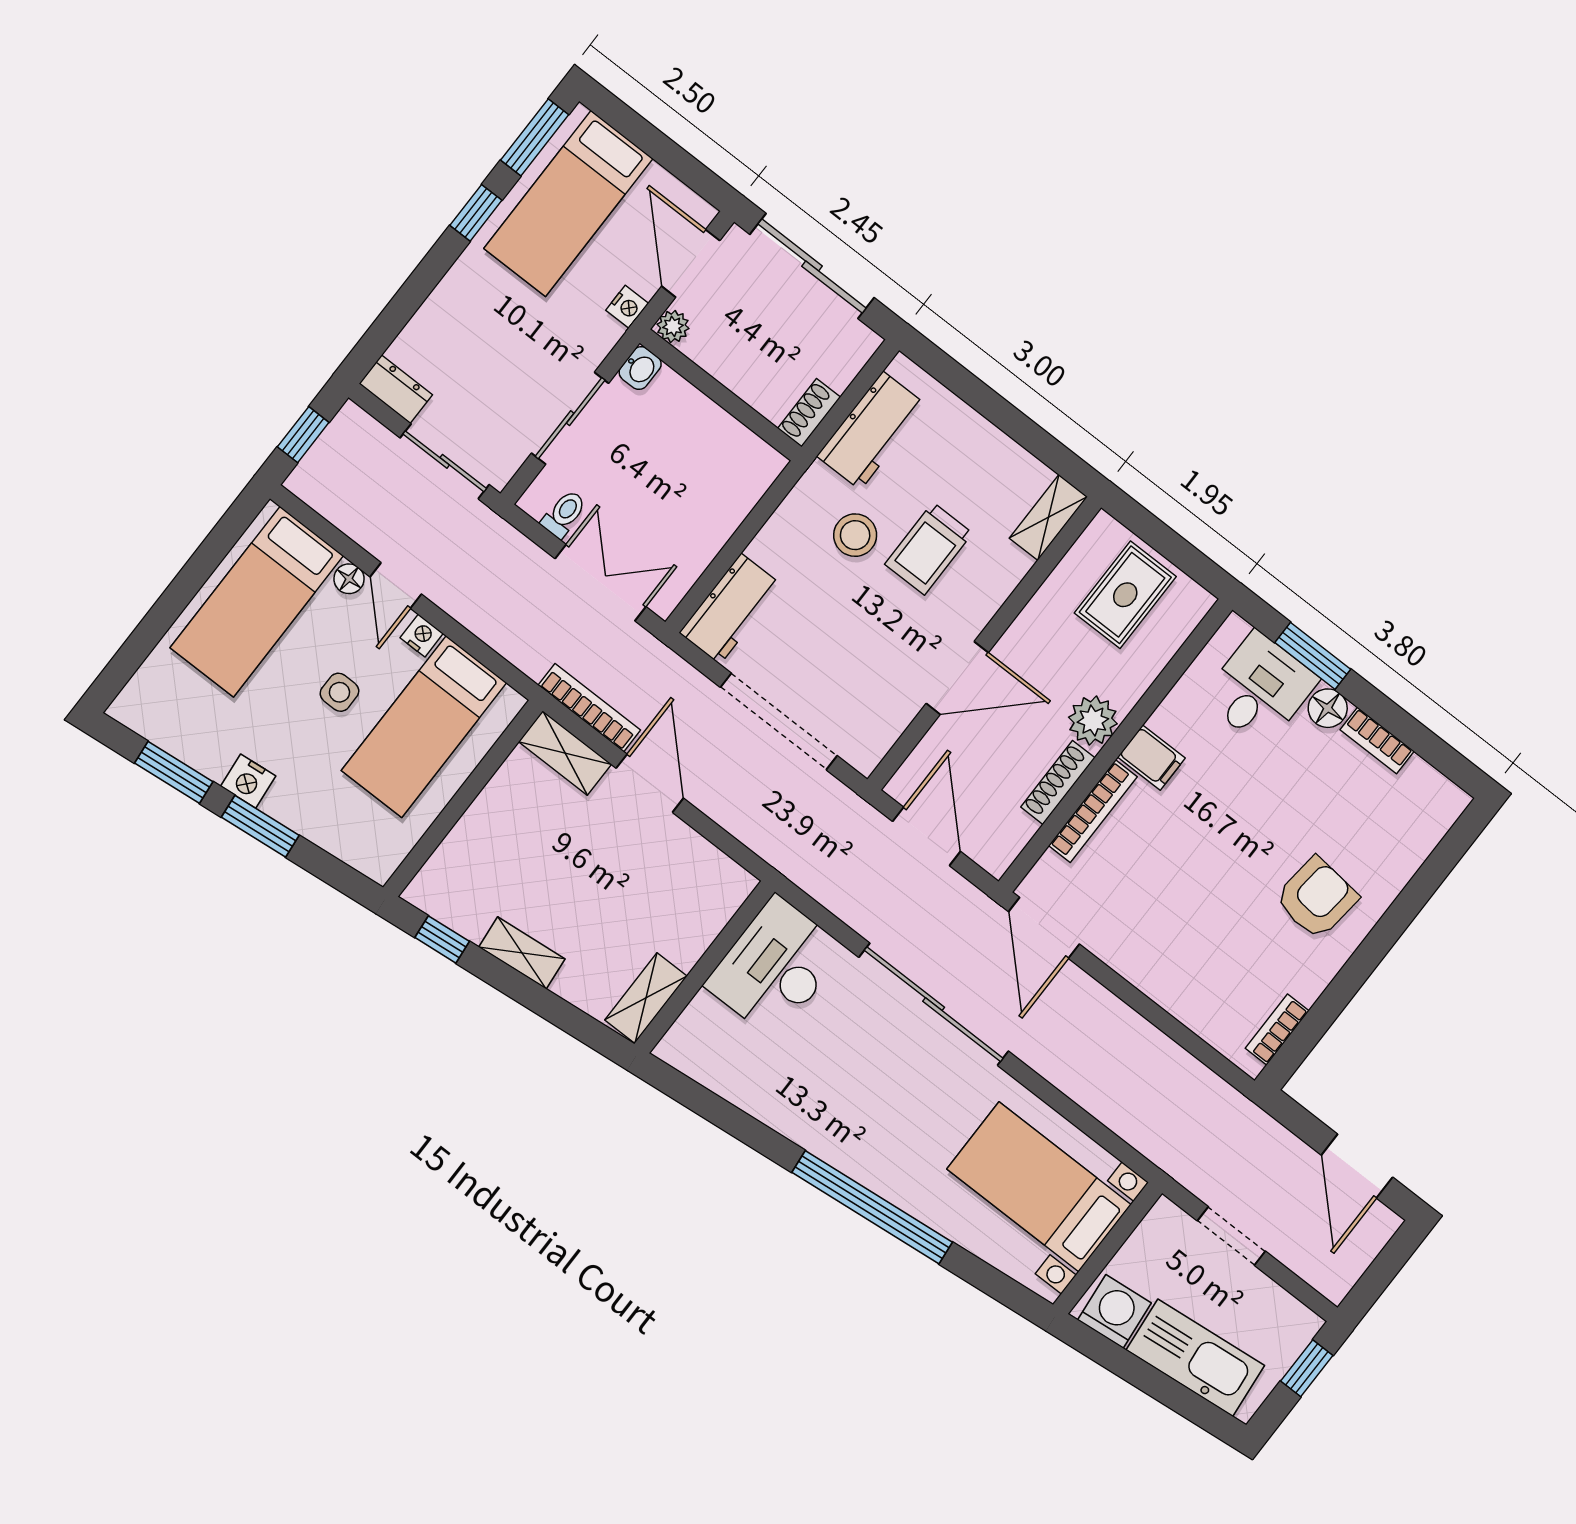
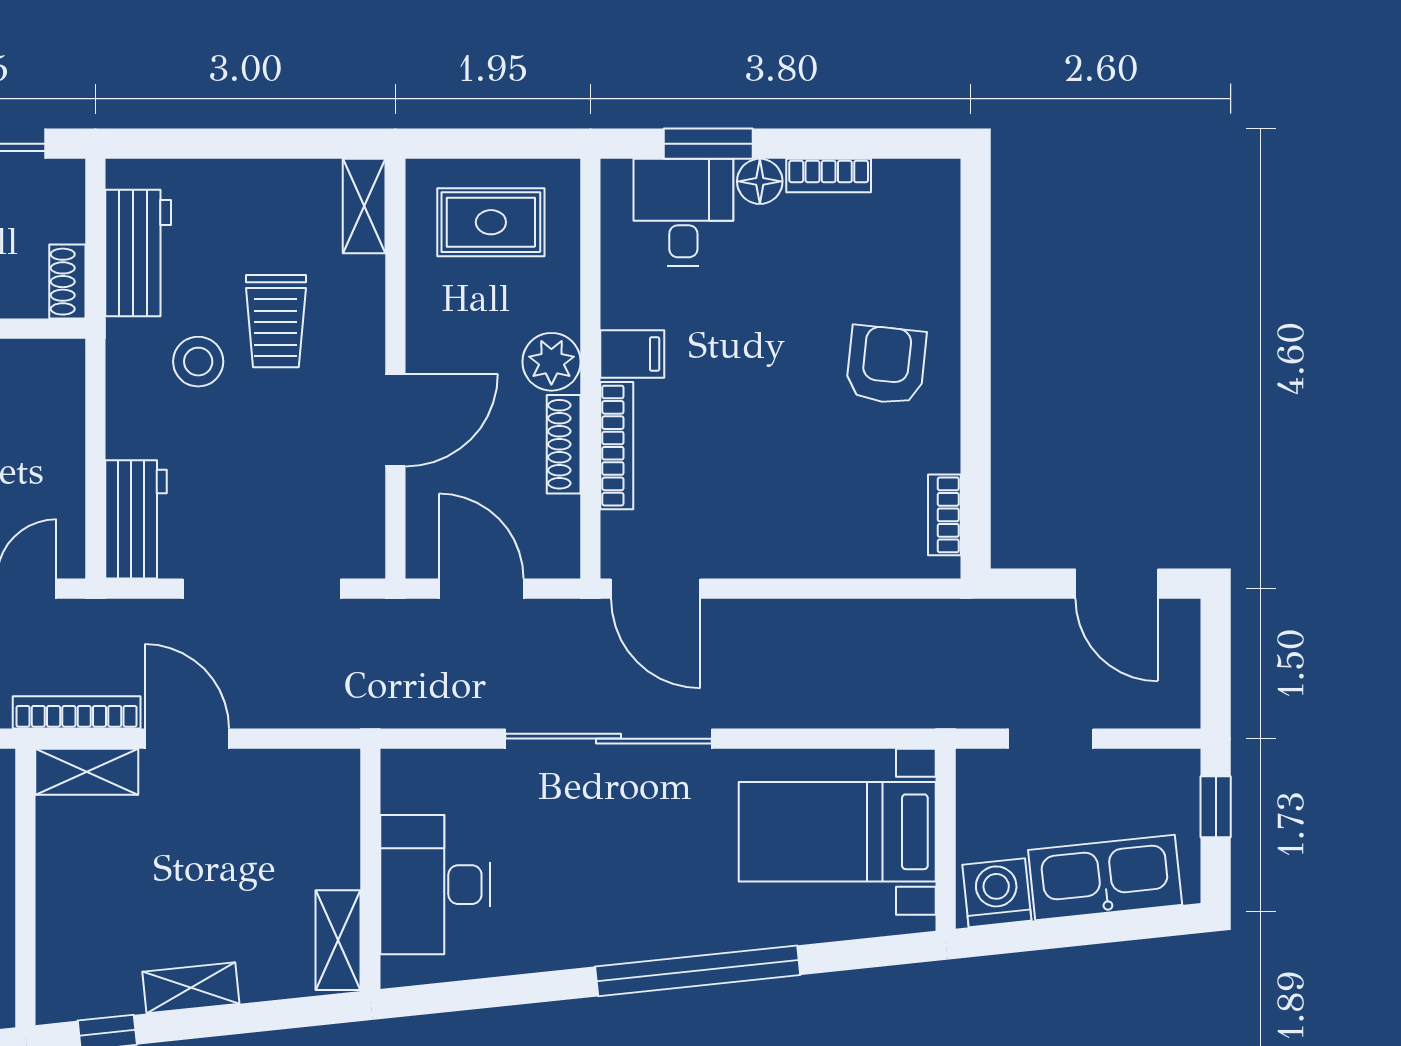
rug: (1125, 595) -> (491, 222), turned 90
desk: (775, 967) -> (435, 885), moved

